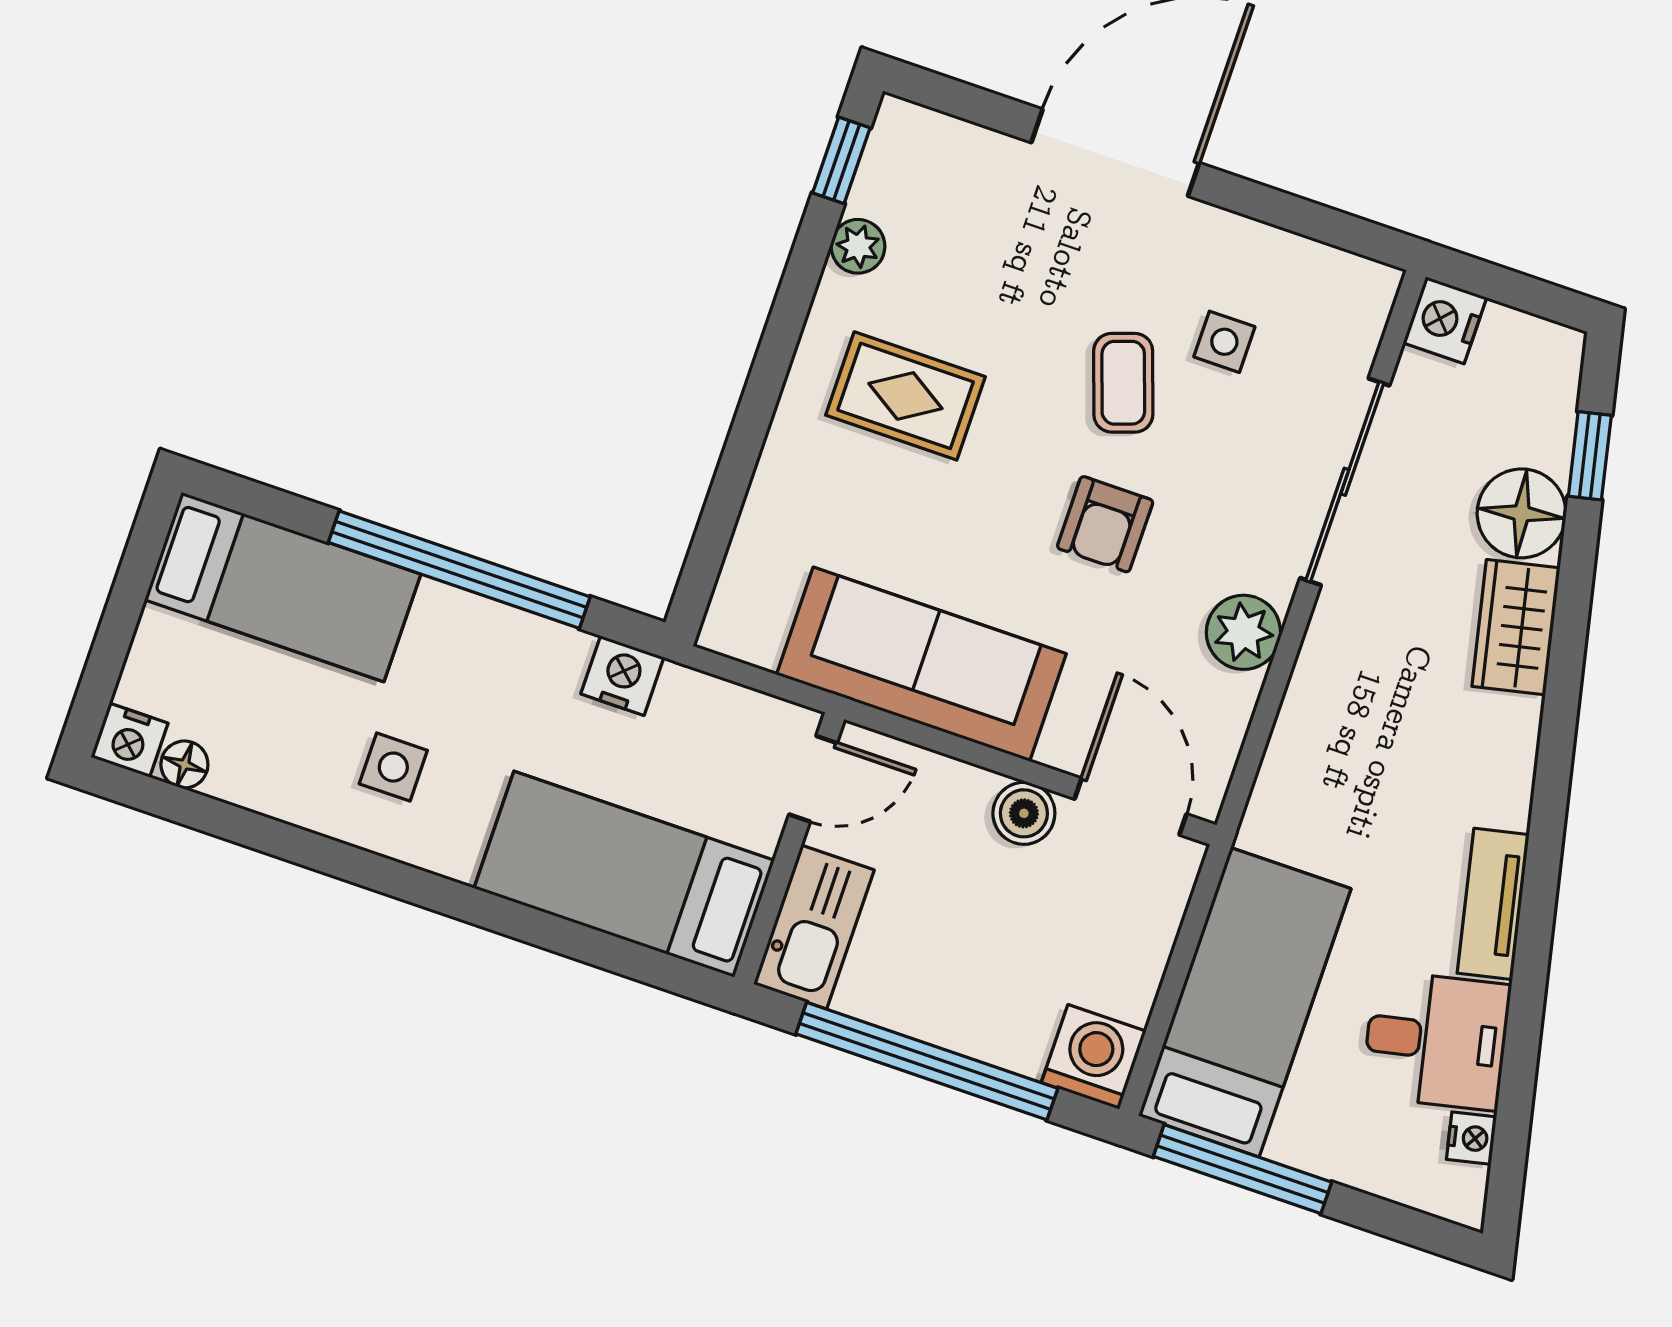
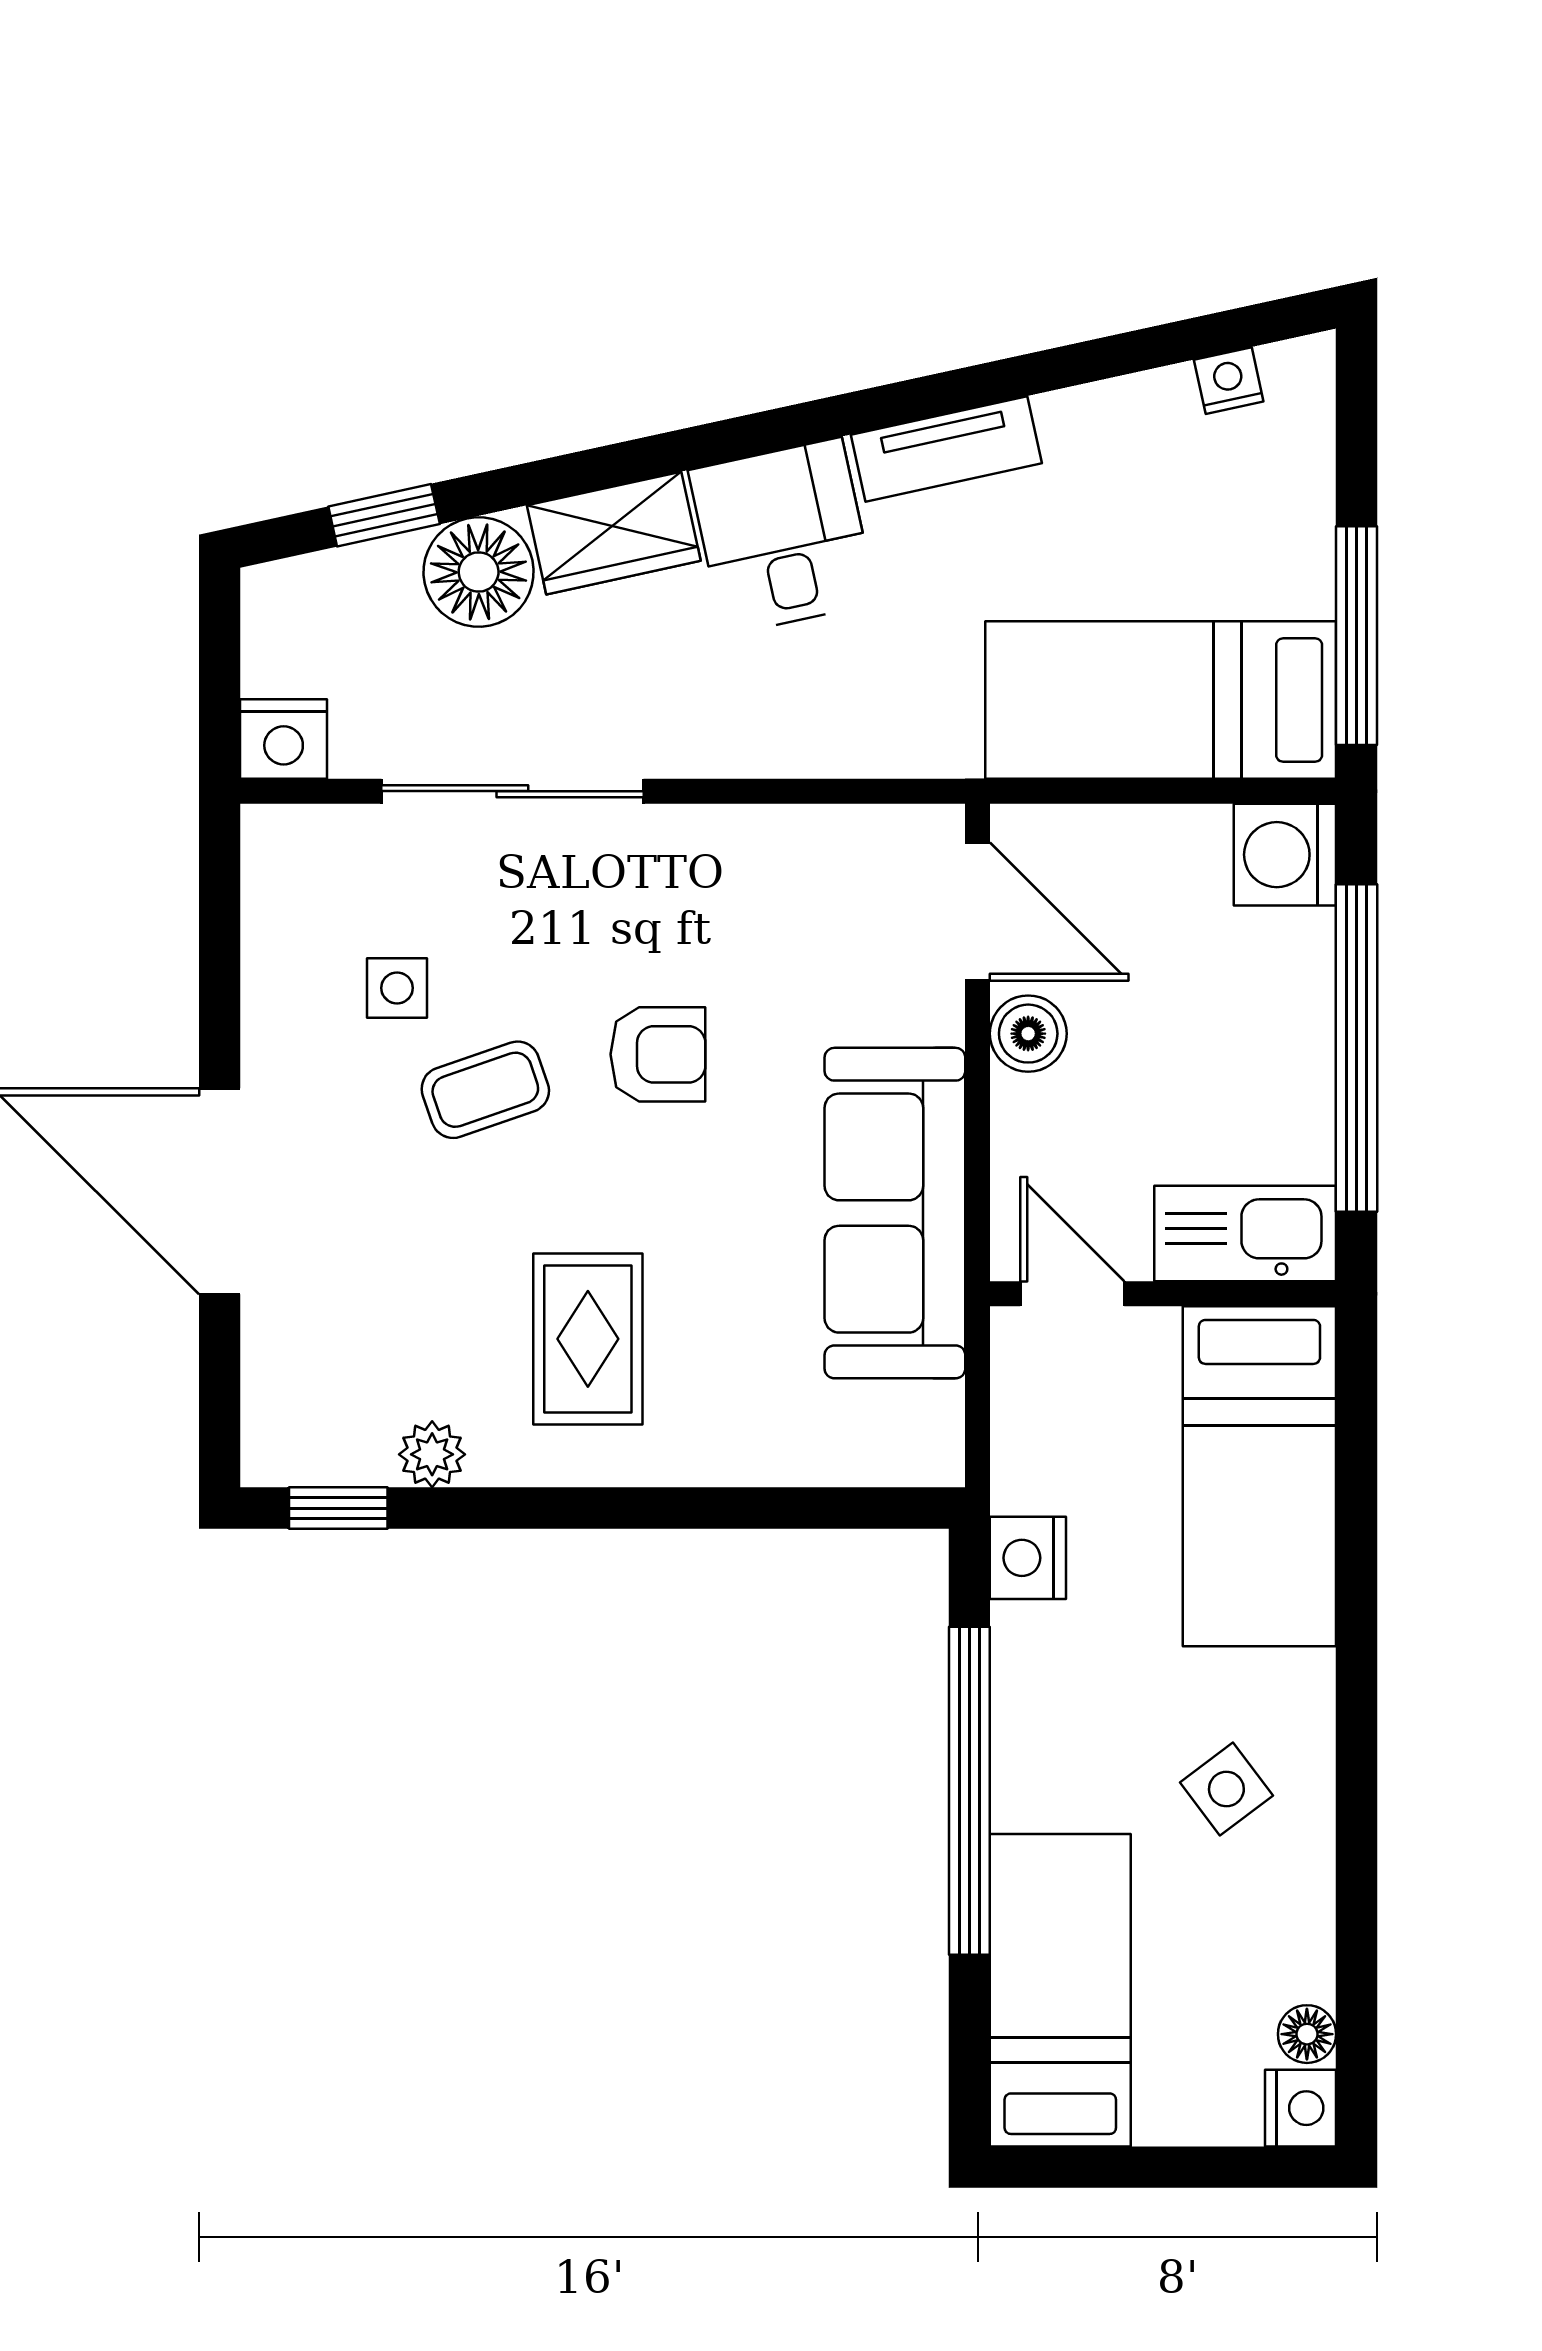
plant: (1243, 632) -> (729, 849), removed
side table: (393, 767) -> (1226, 1789), turned -37
door: (1131, 806) -> (978, 912), swing flipped
desk: (1436, 1040) -> (783, 536), moved

